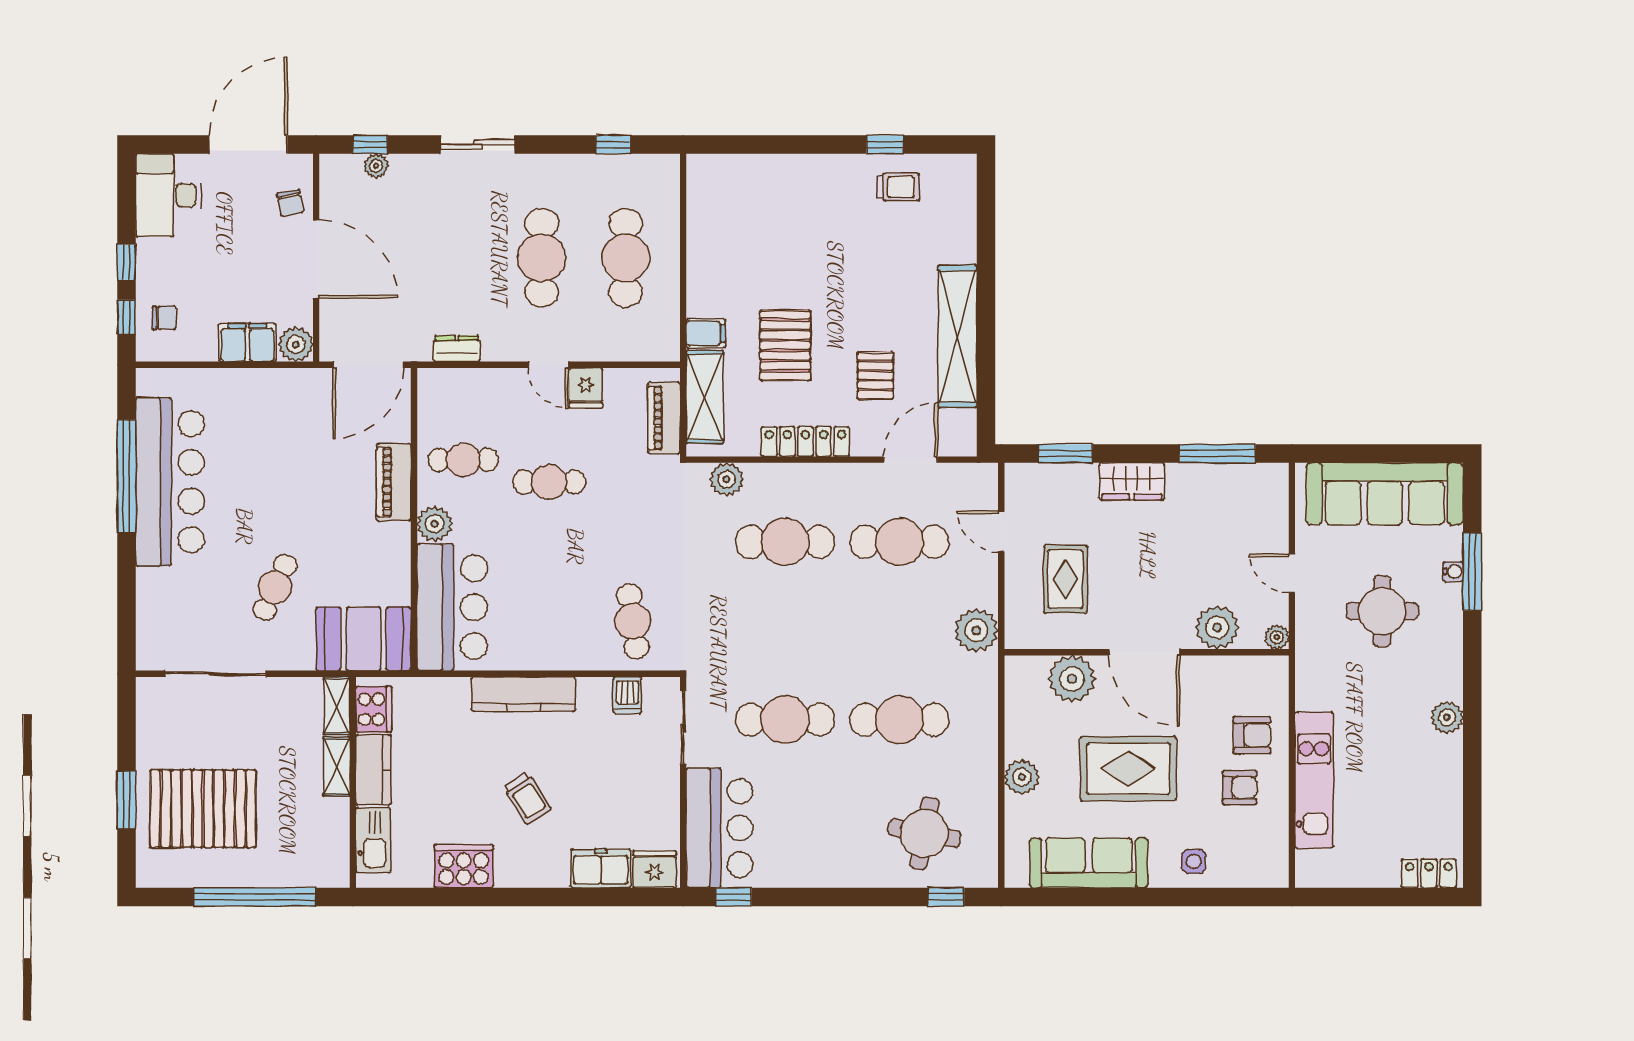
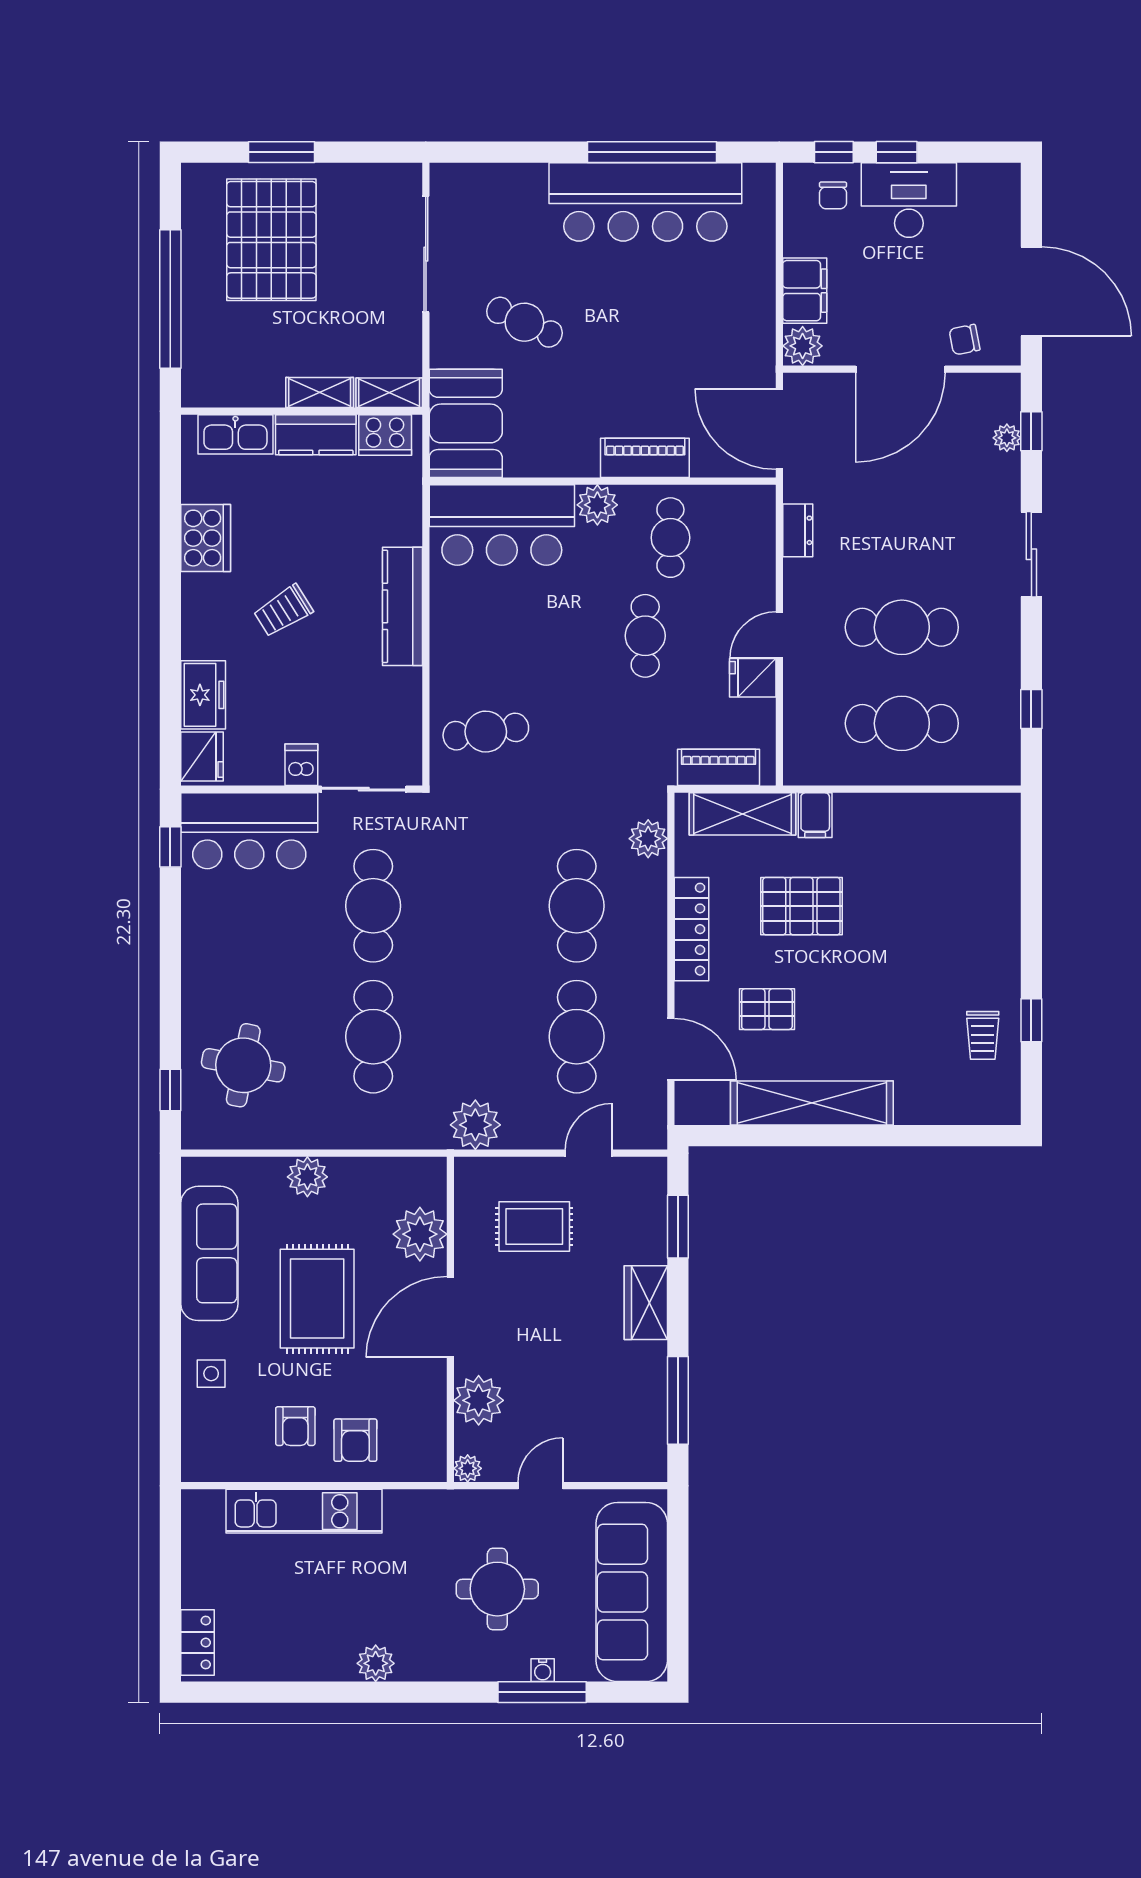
desk: (168, 195) -> (909, 200), moved
dishwasher: (627, 695) -> (301, 765), moved, turned 90

